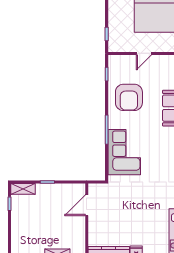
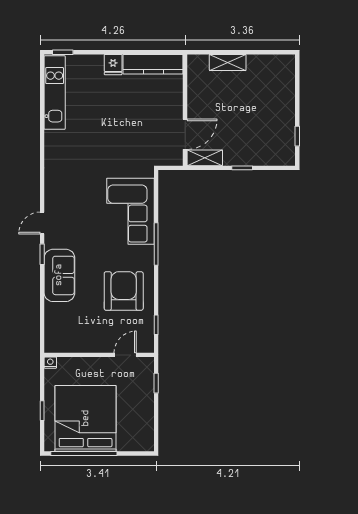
door: (144, 53) -> (125, 355), moved
shelving: (23, 189) -> (205, 158), moved

